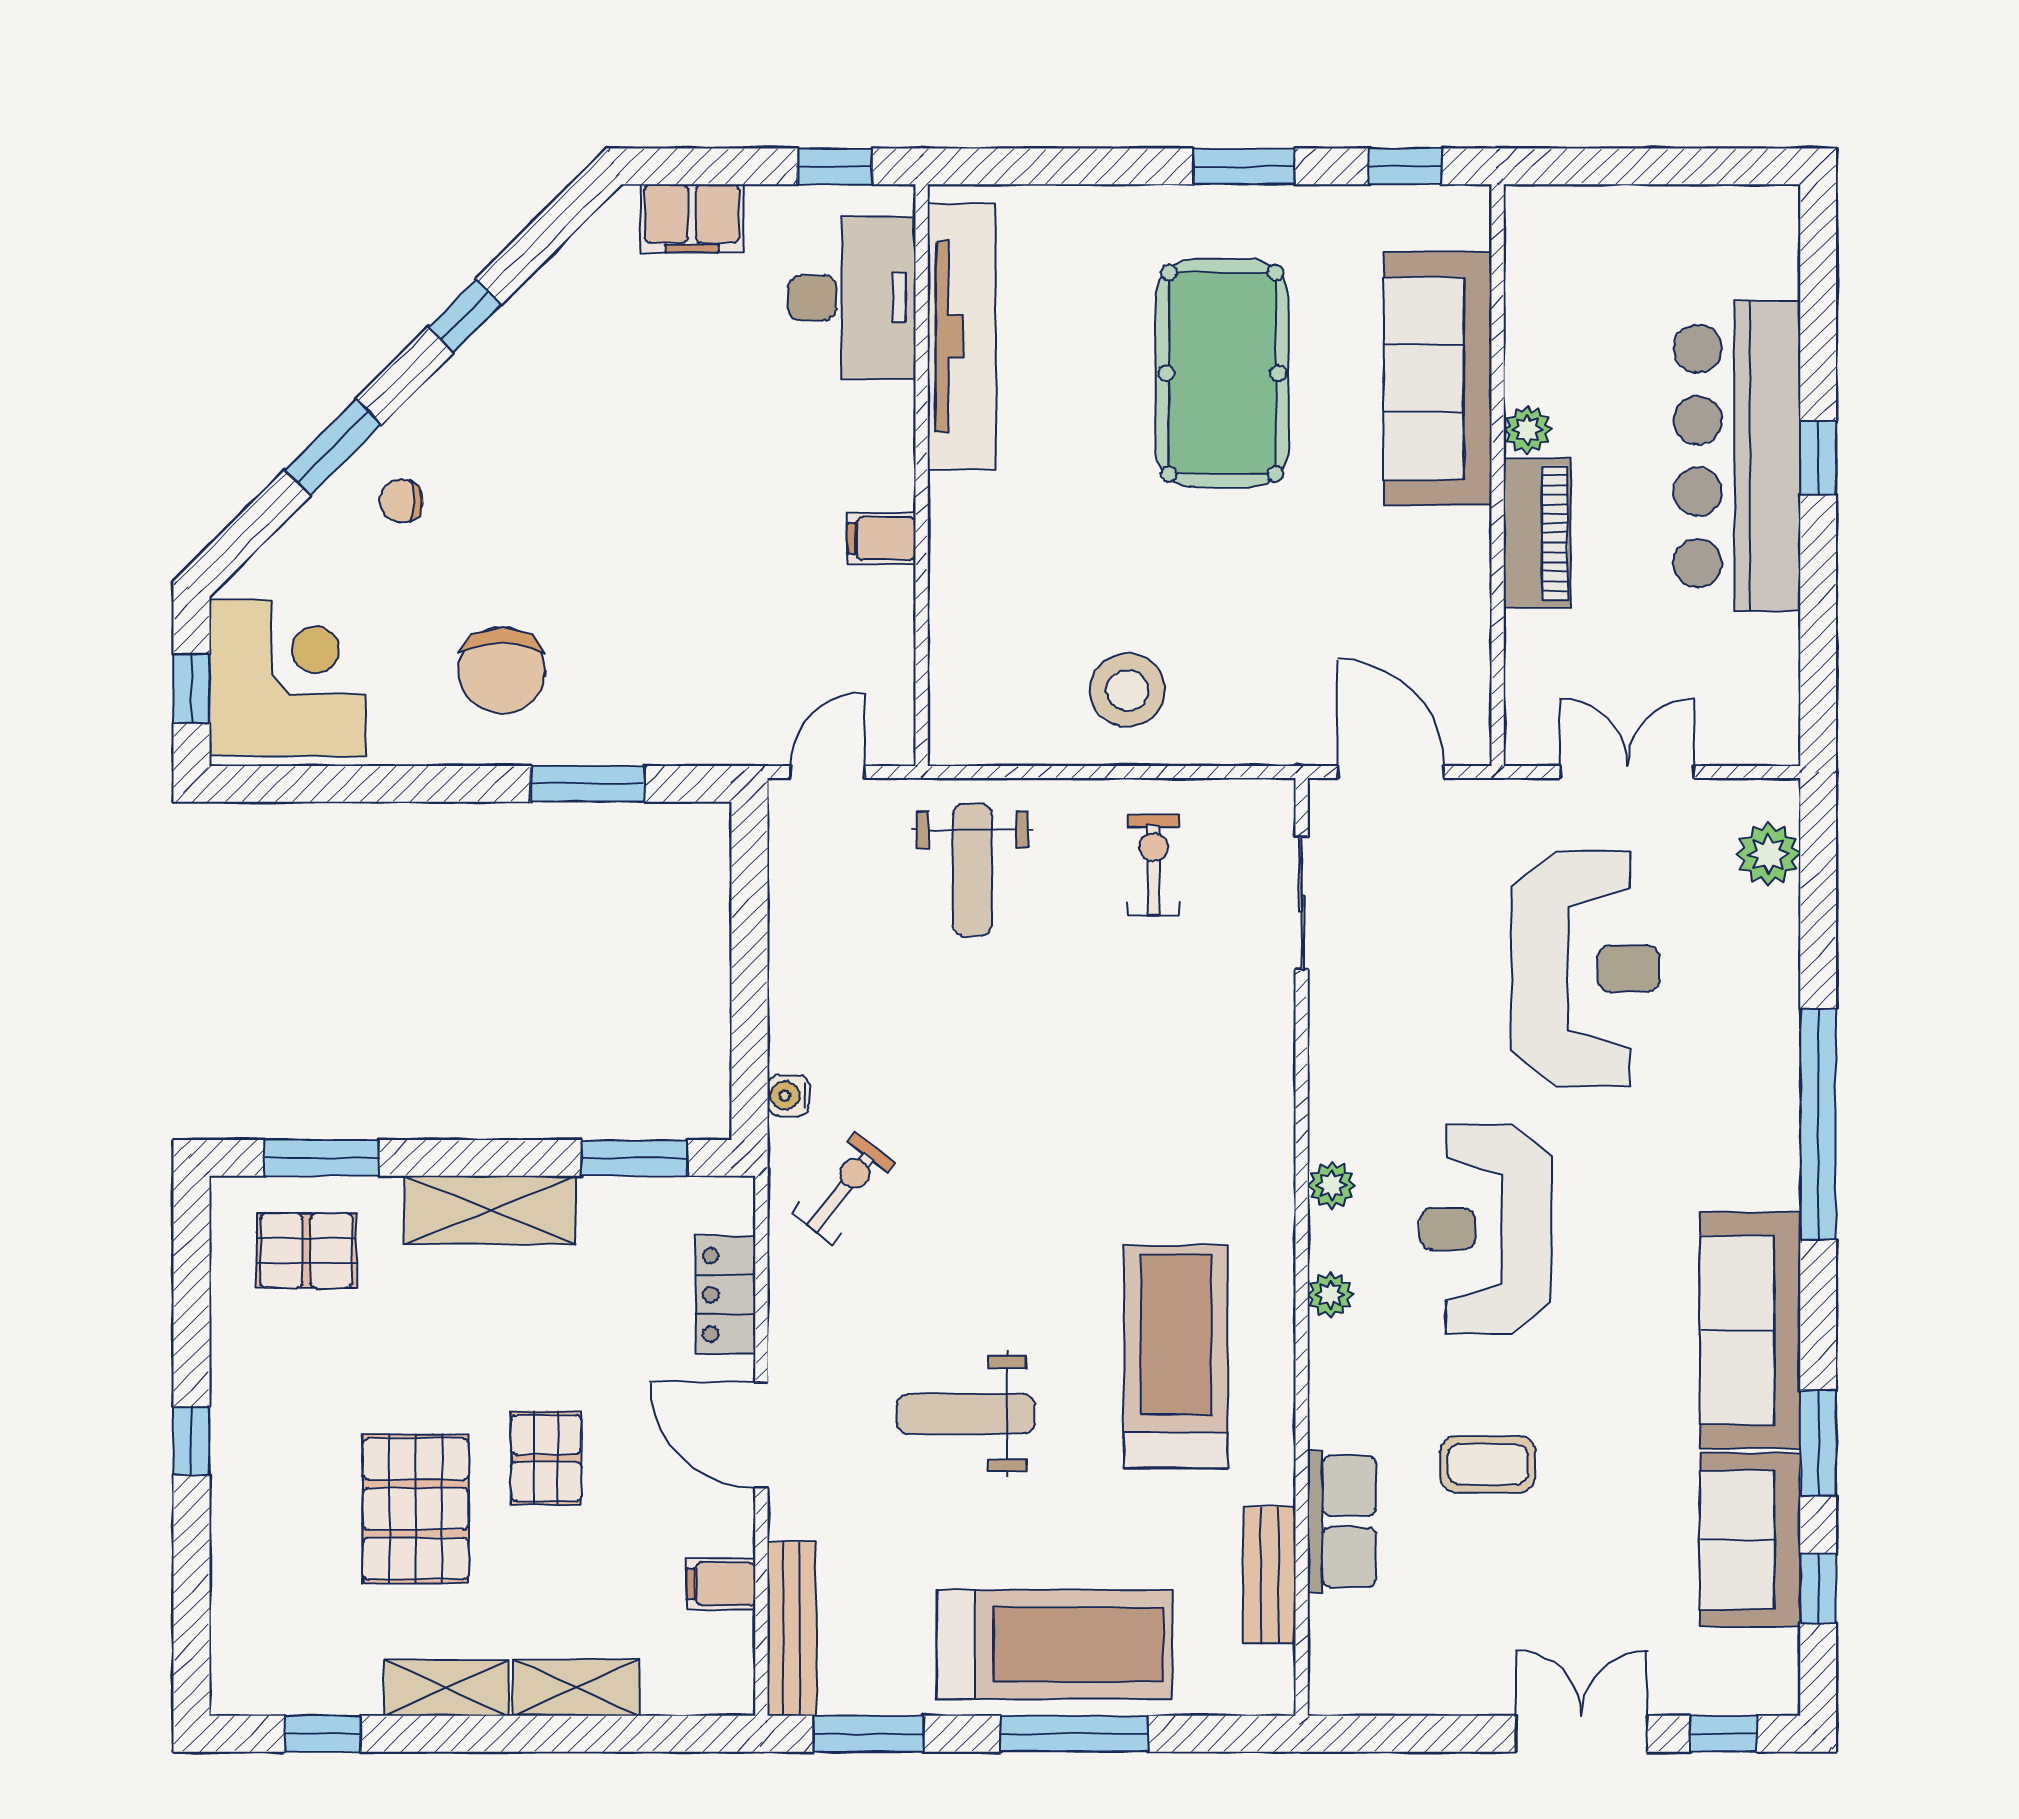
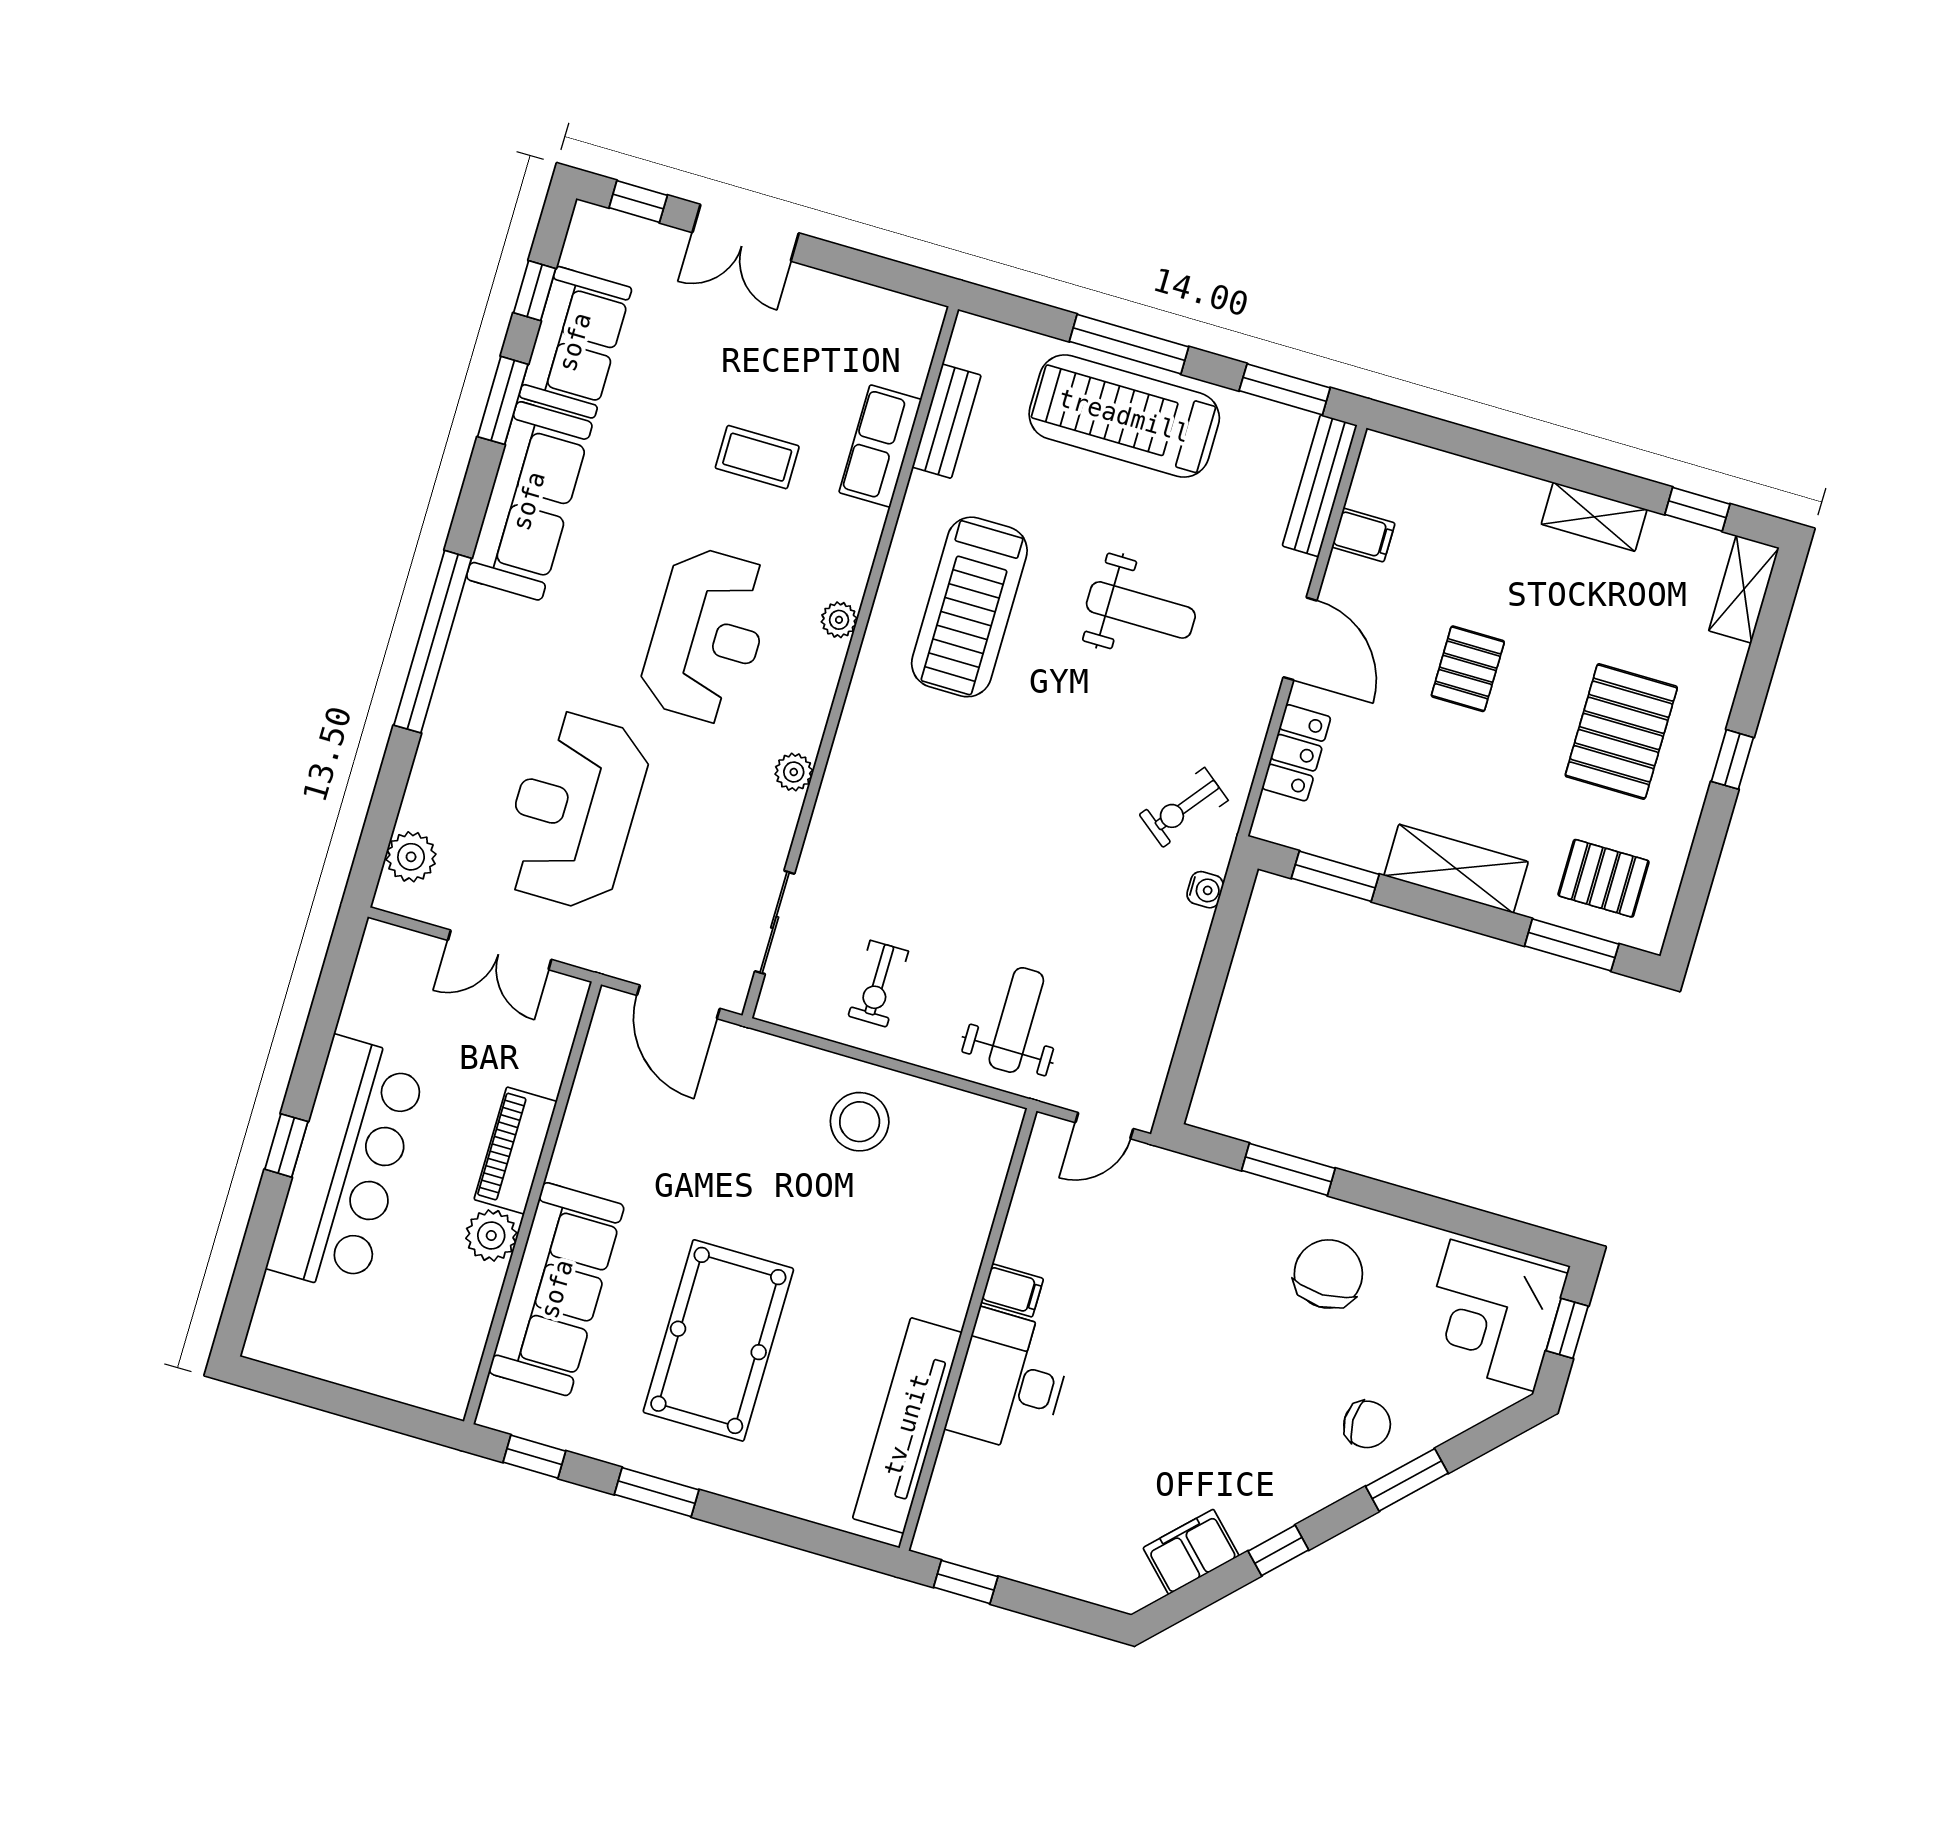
filing cabinet: (692, 218) -> (1191, 1552), moved, turned -45
desk: (852, 298) -> (1010, 1382), moved
plant: (1527, 430) -> (491, 1236), width x1.38, depth x1.38
chair: (401, 501) -> (1367, 1424), width x1.37, depth x1.37
plant: (1332, 1185) -> (794, 772), moved
pallet: (416, 1509) -> (1621, 731), moved
shelving: (576, 1687) -> (1744, 589), moved, turned 90

